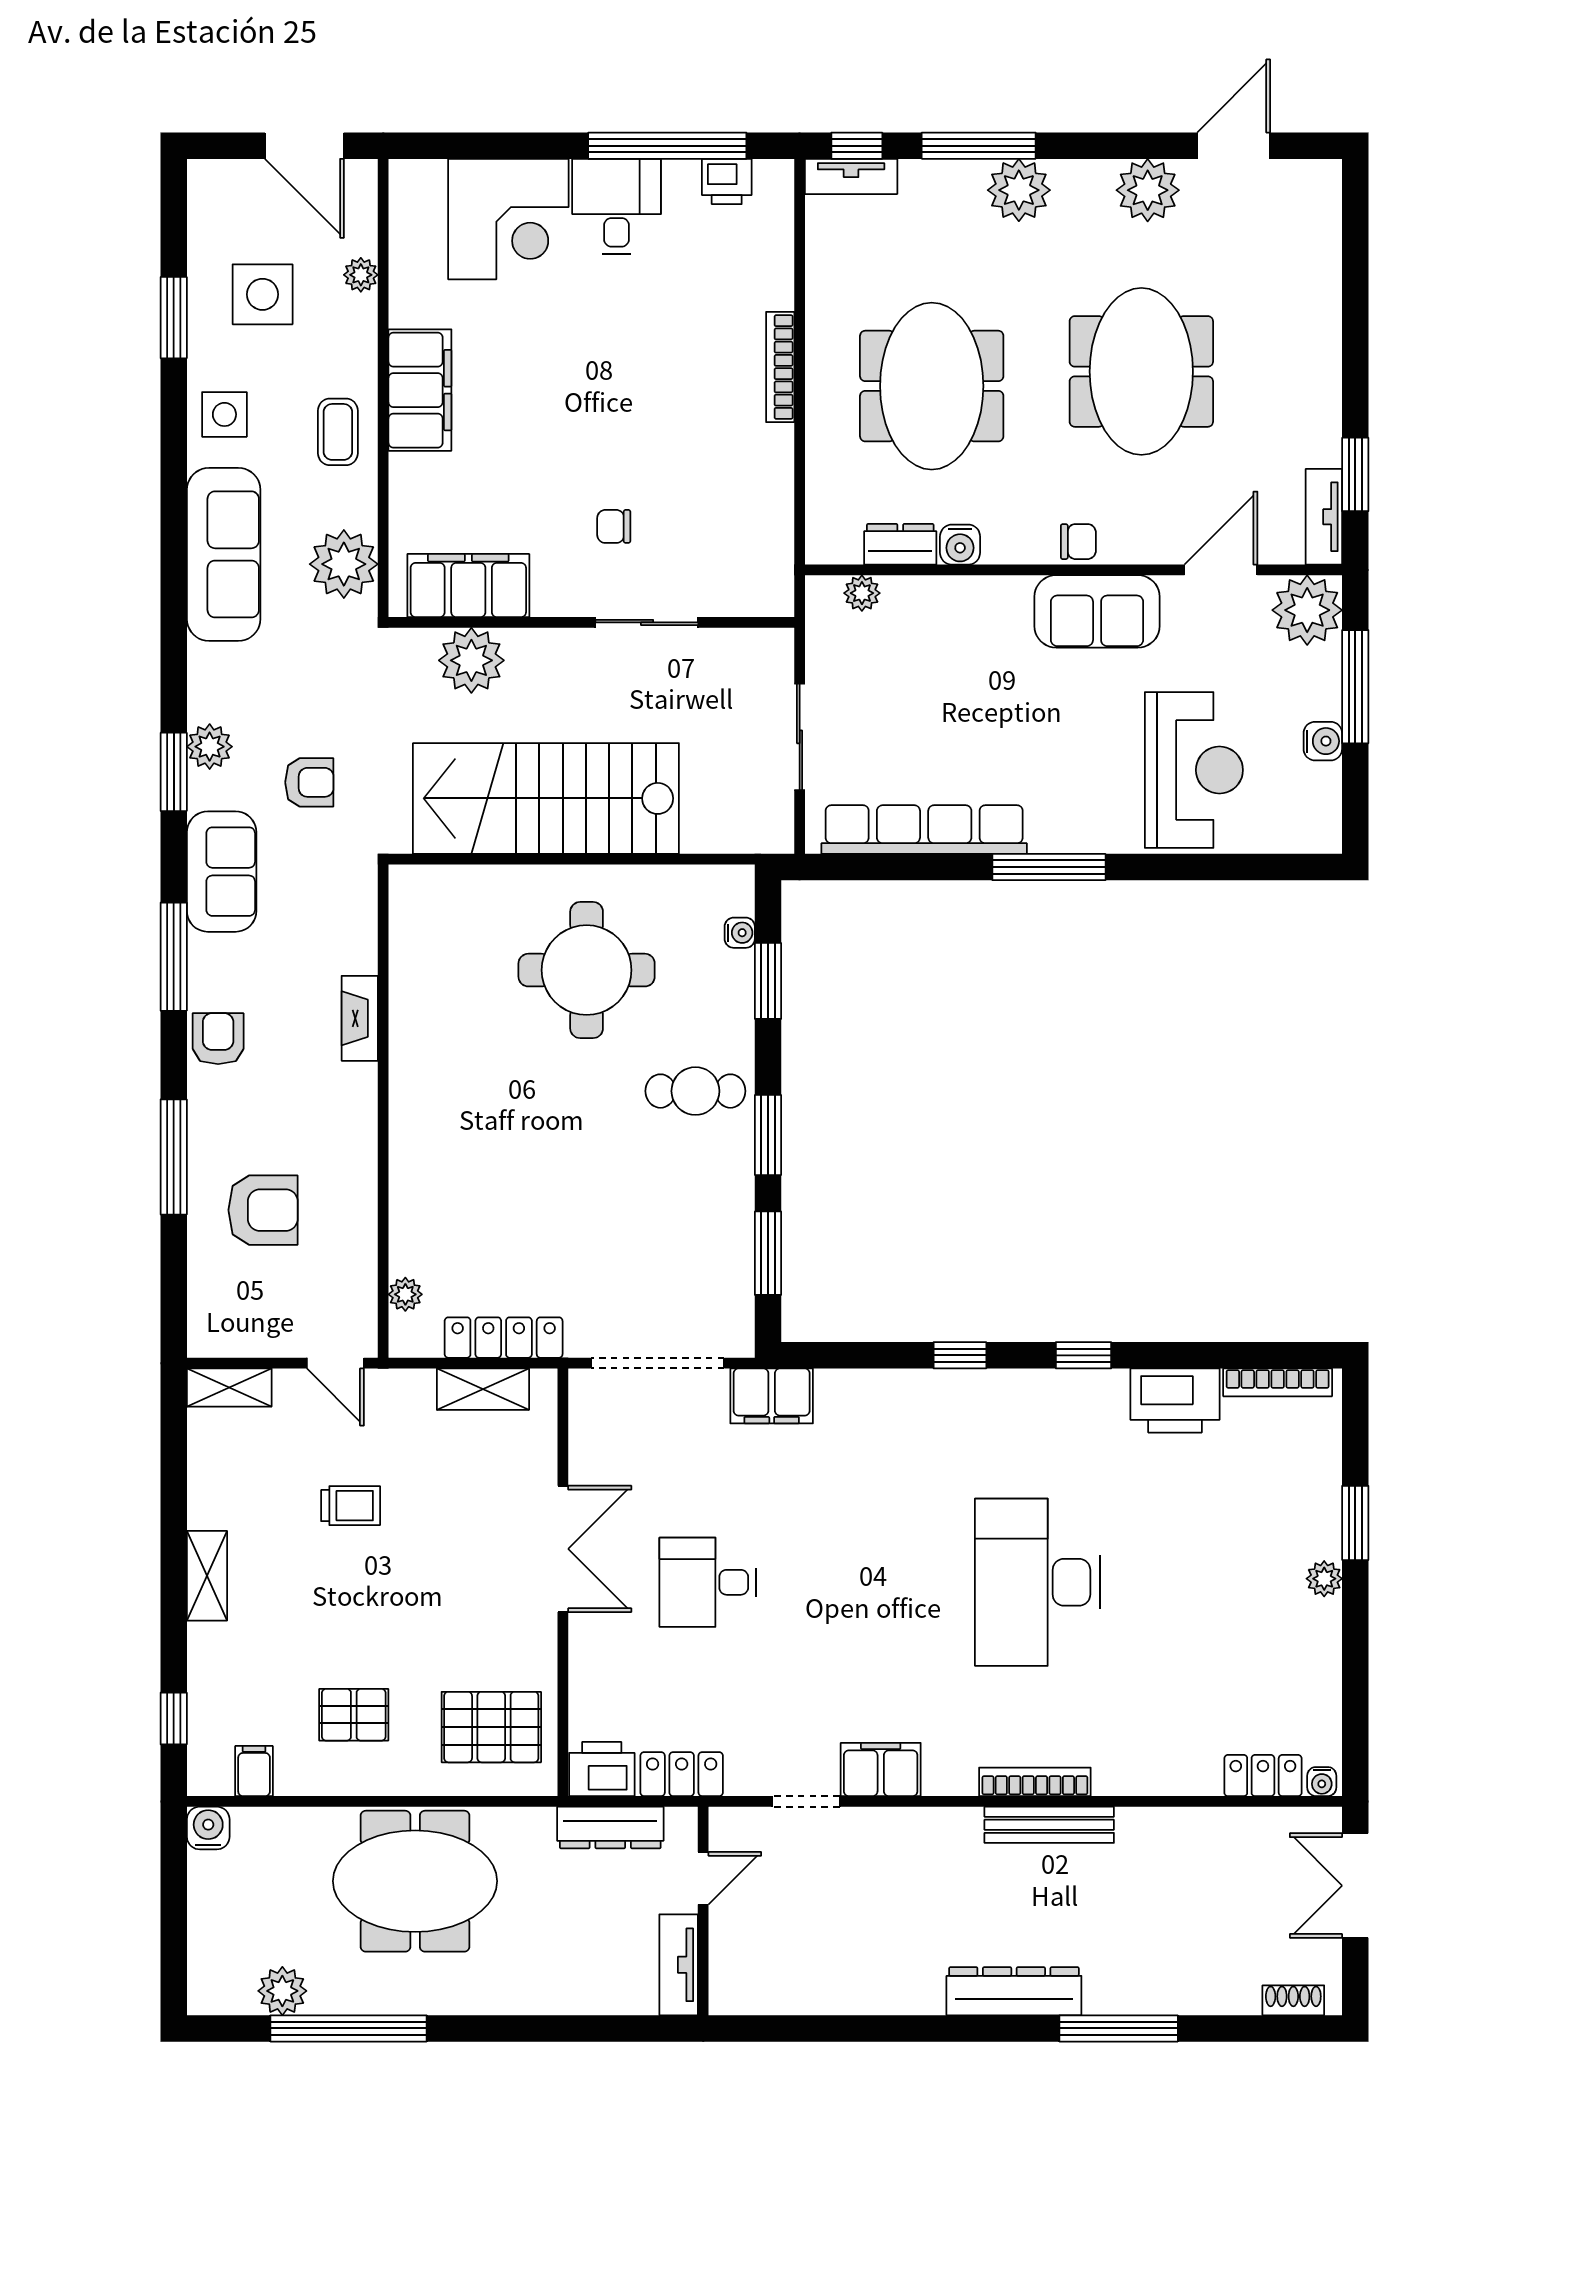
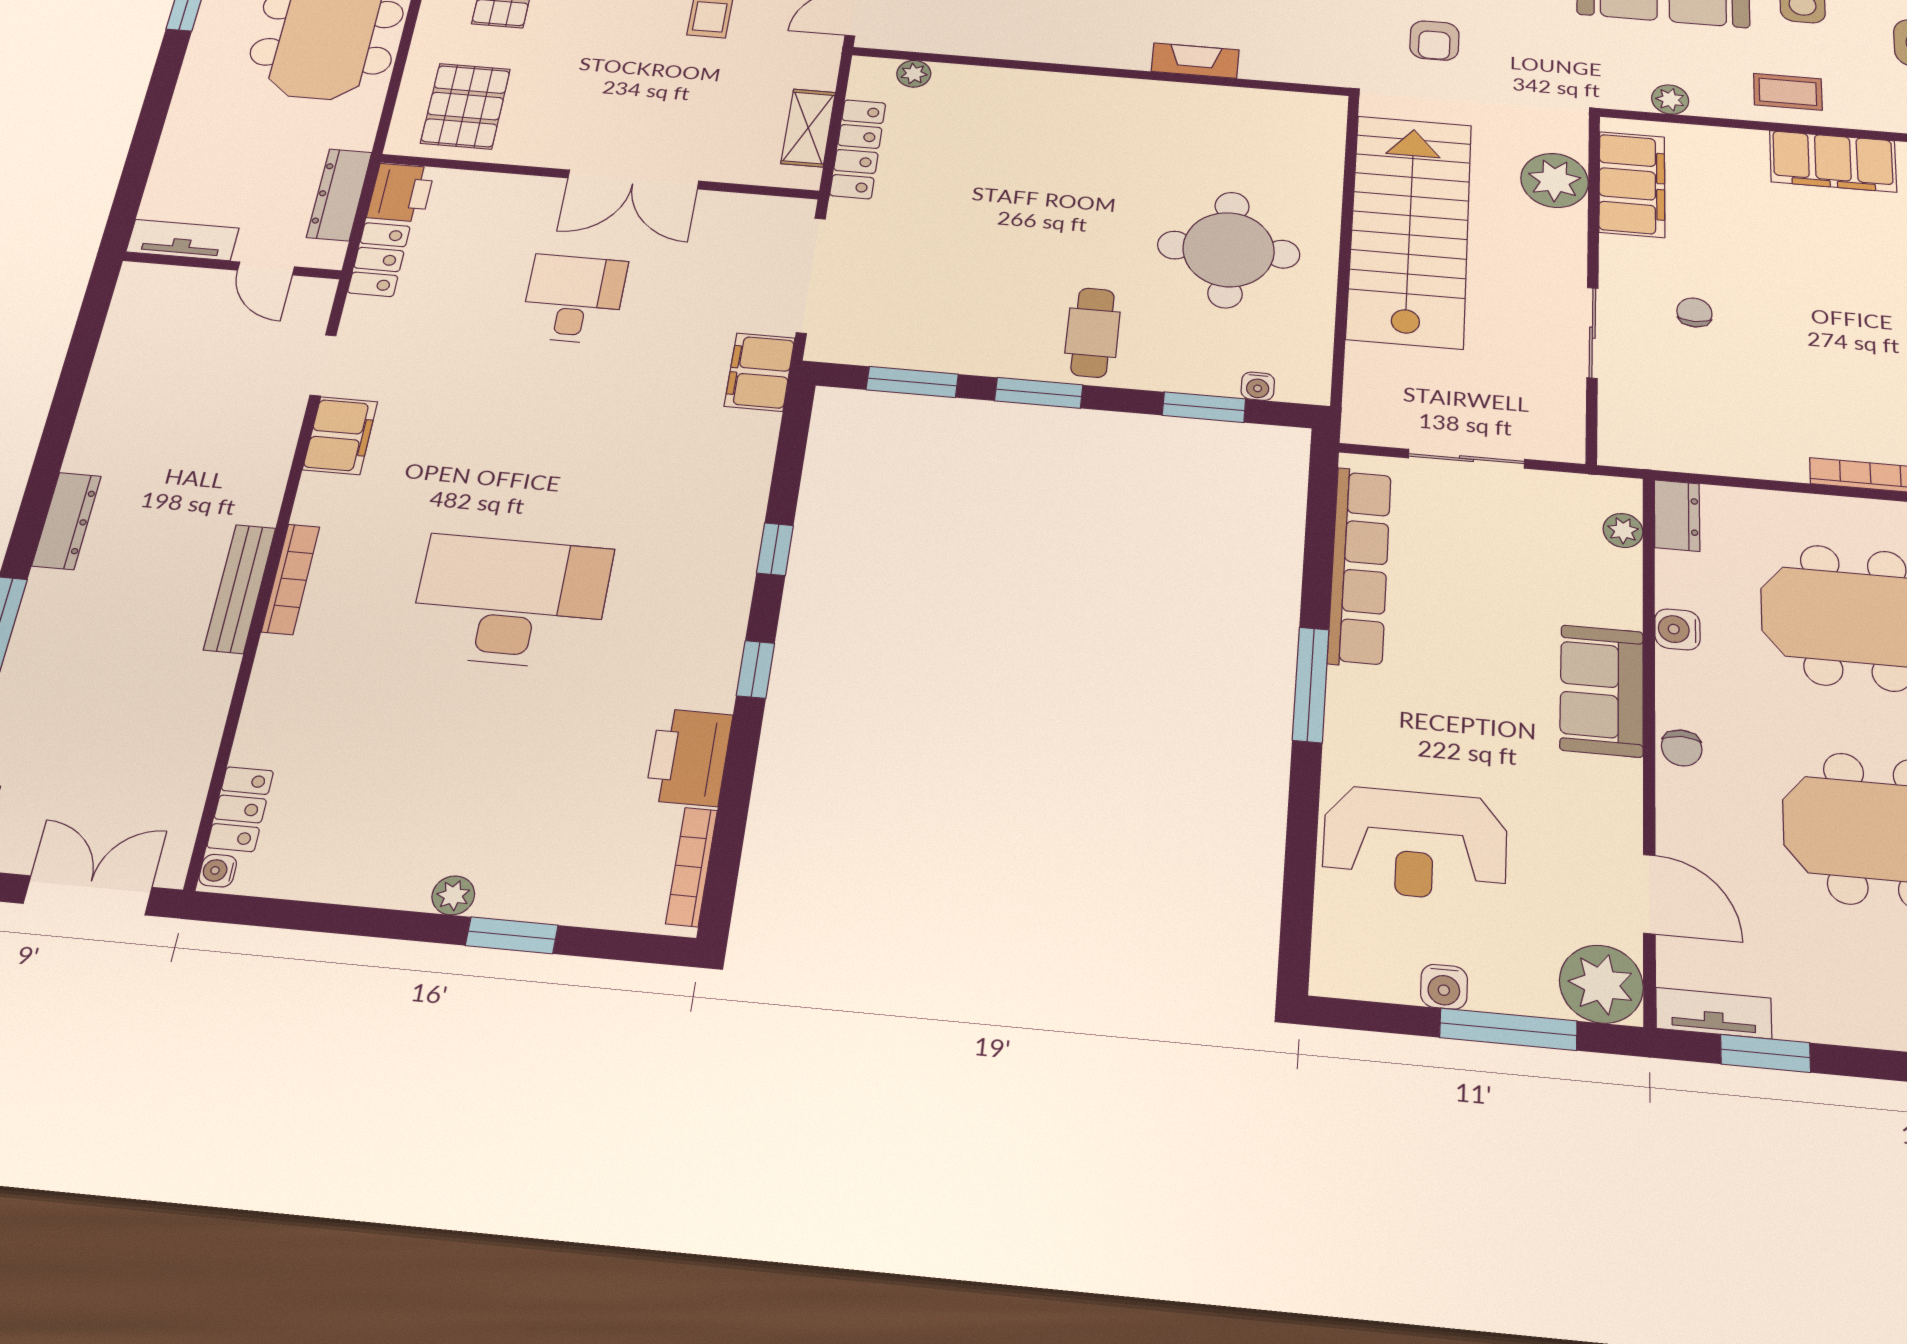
dresser: (900, 544) -> (1677, 516), moved
plant: (344, 564) -> (1670, 100), width x0.53, depth x0.53
sofa: (1097, 611) -> (1602, 691), moved
dresser: (1014, 1991) -> (67, 521), width x0.73, depth x0.80

